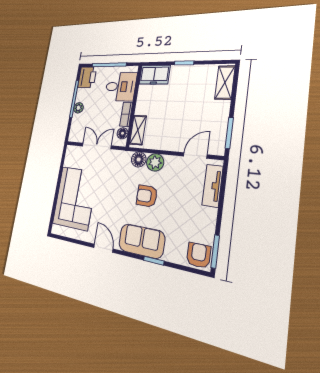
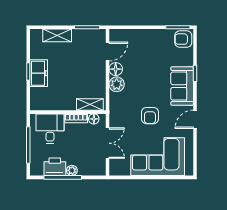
freezer: (155, 75) -> (39, 73), moved
printer: (87, 77) -> (55, 167), moved
shelving: (225, 83) -> (57, 35), moved
double door: (97, 146) -> (107, 143), swing flipped
door: (195, 155) -> (107, 51), swing flipped
floor lamp: (139, 159) -> (116, 69), moved
tv unit: (212, 186) -> (130, 35), removed
armchair: (147, 196) -> (150, 116), moved

